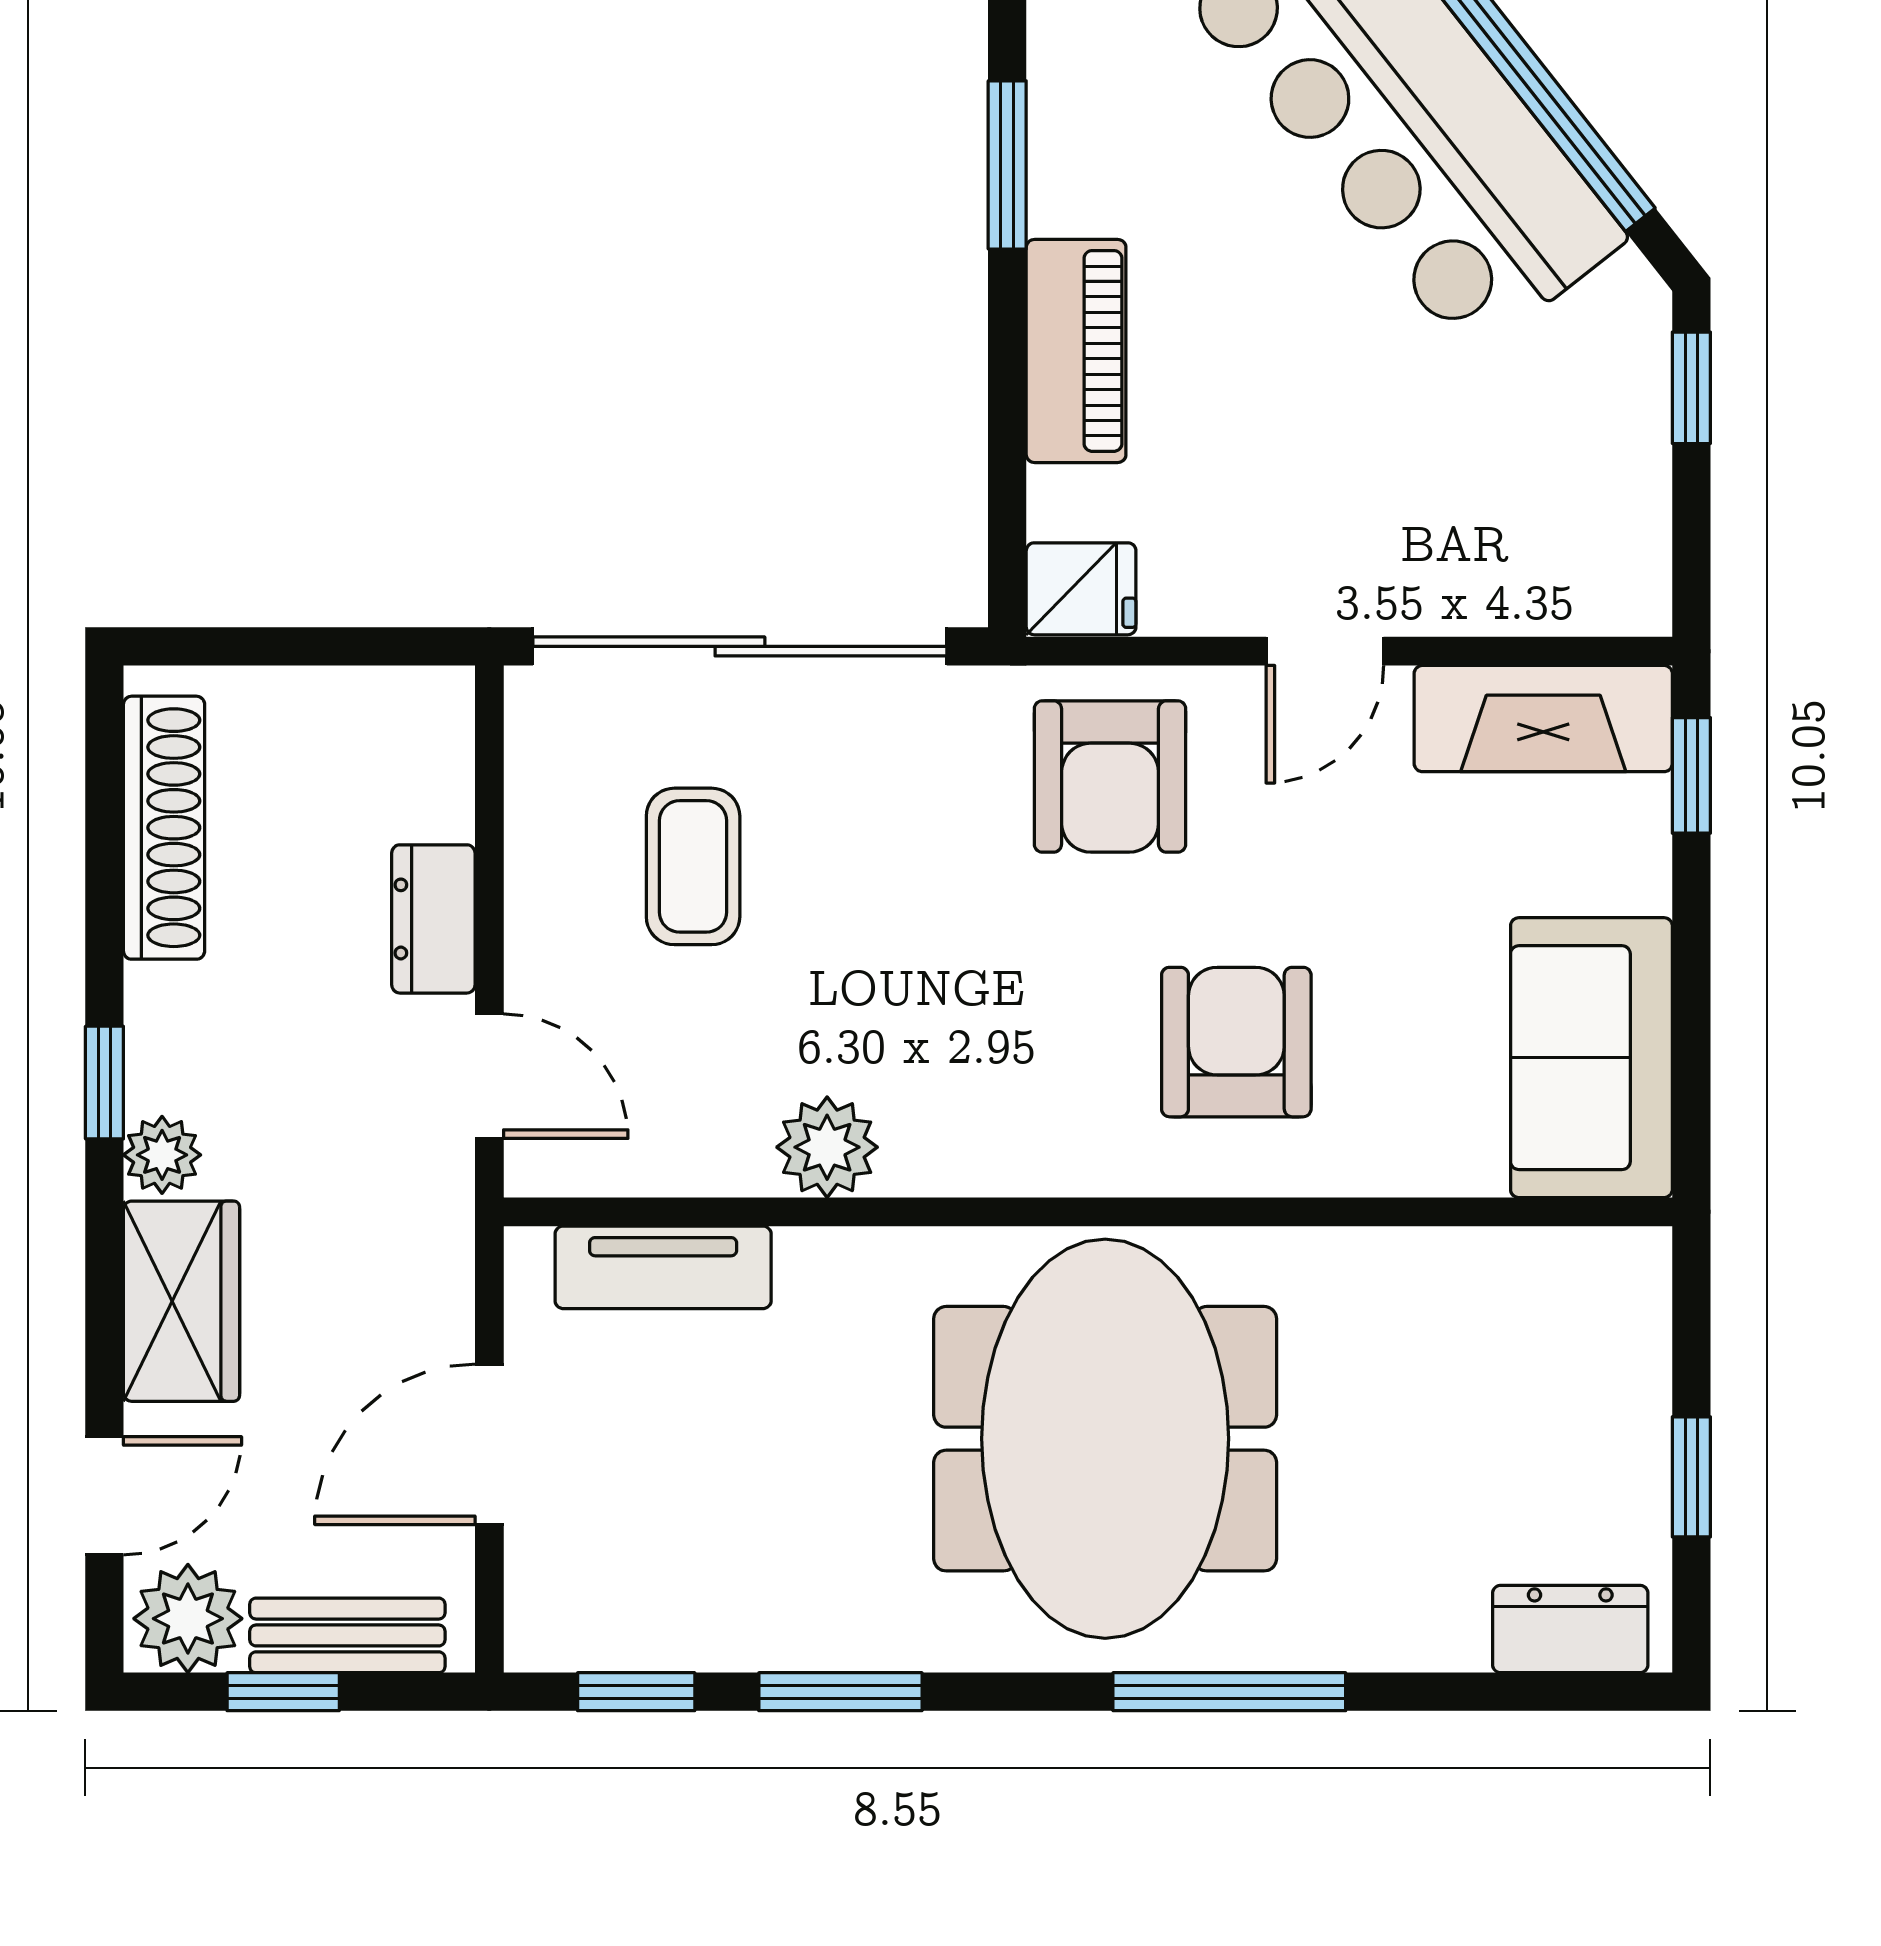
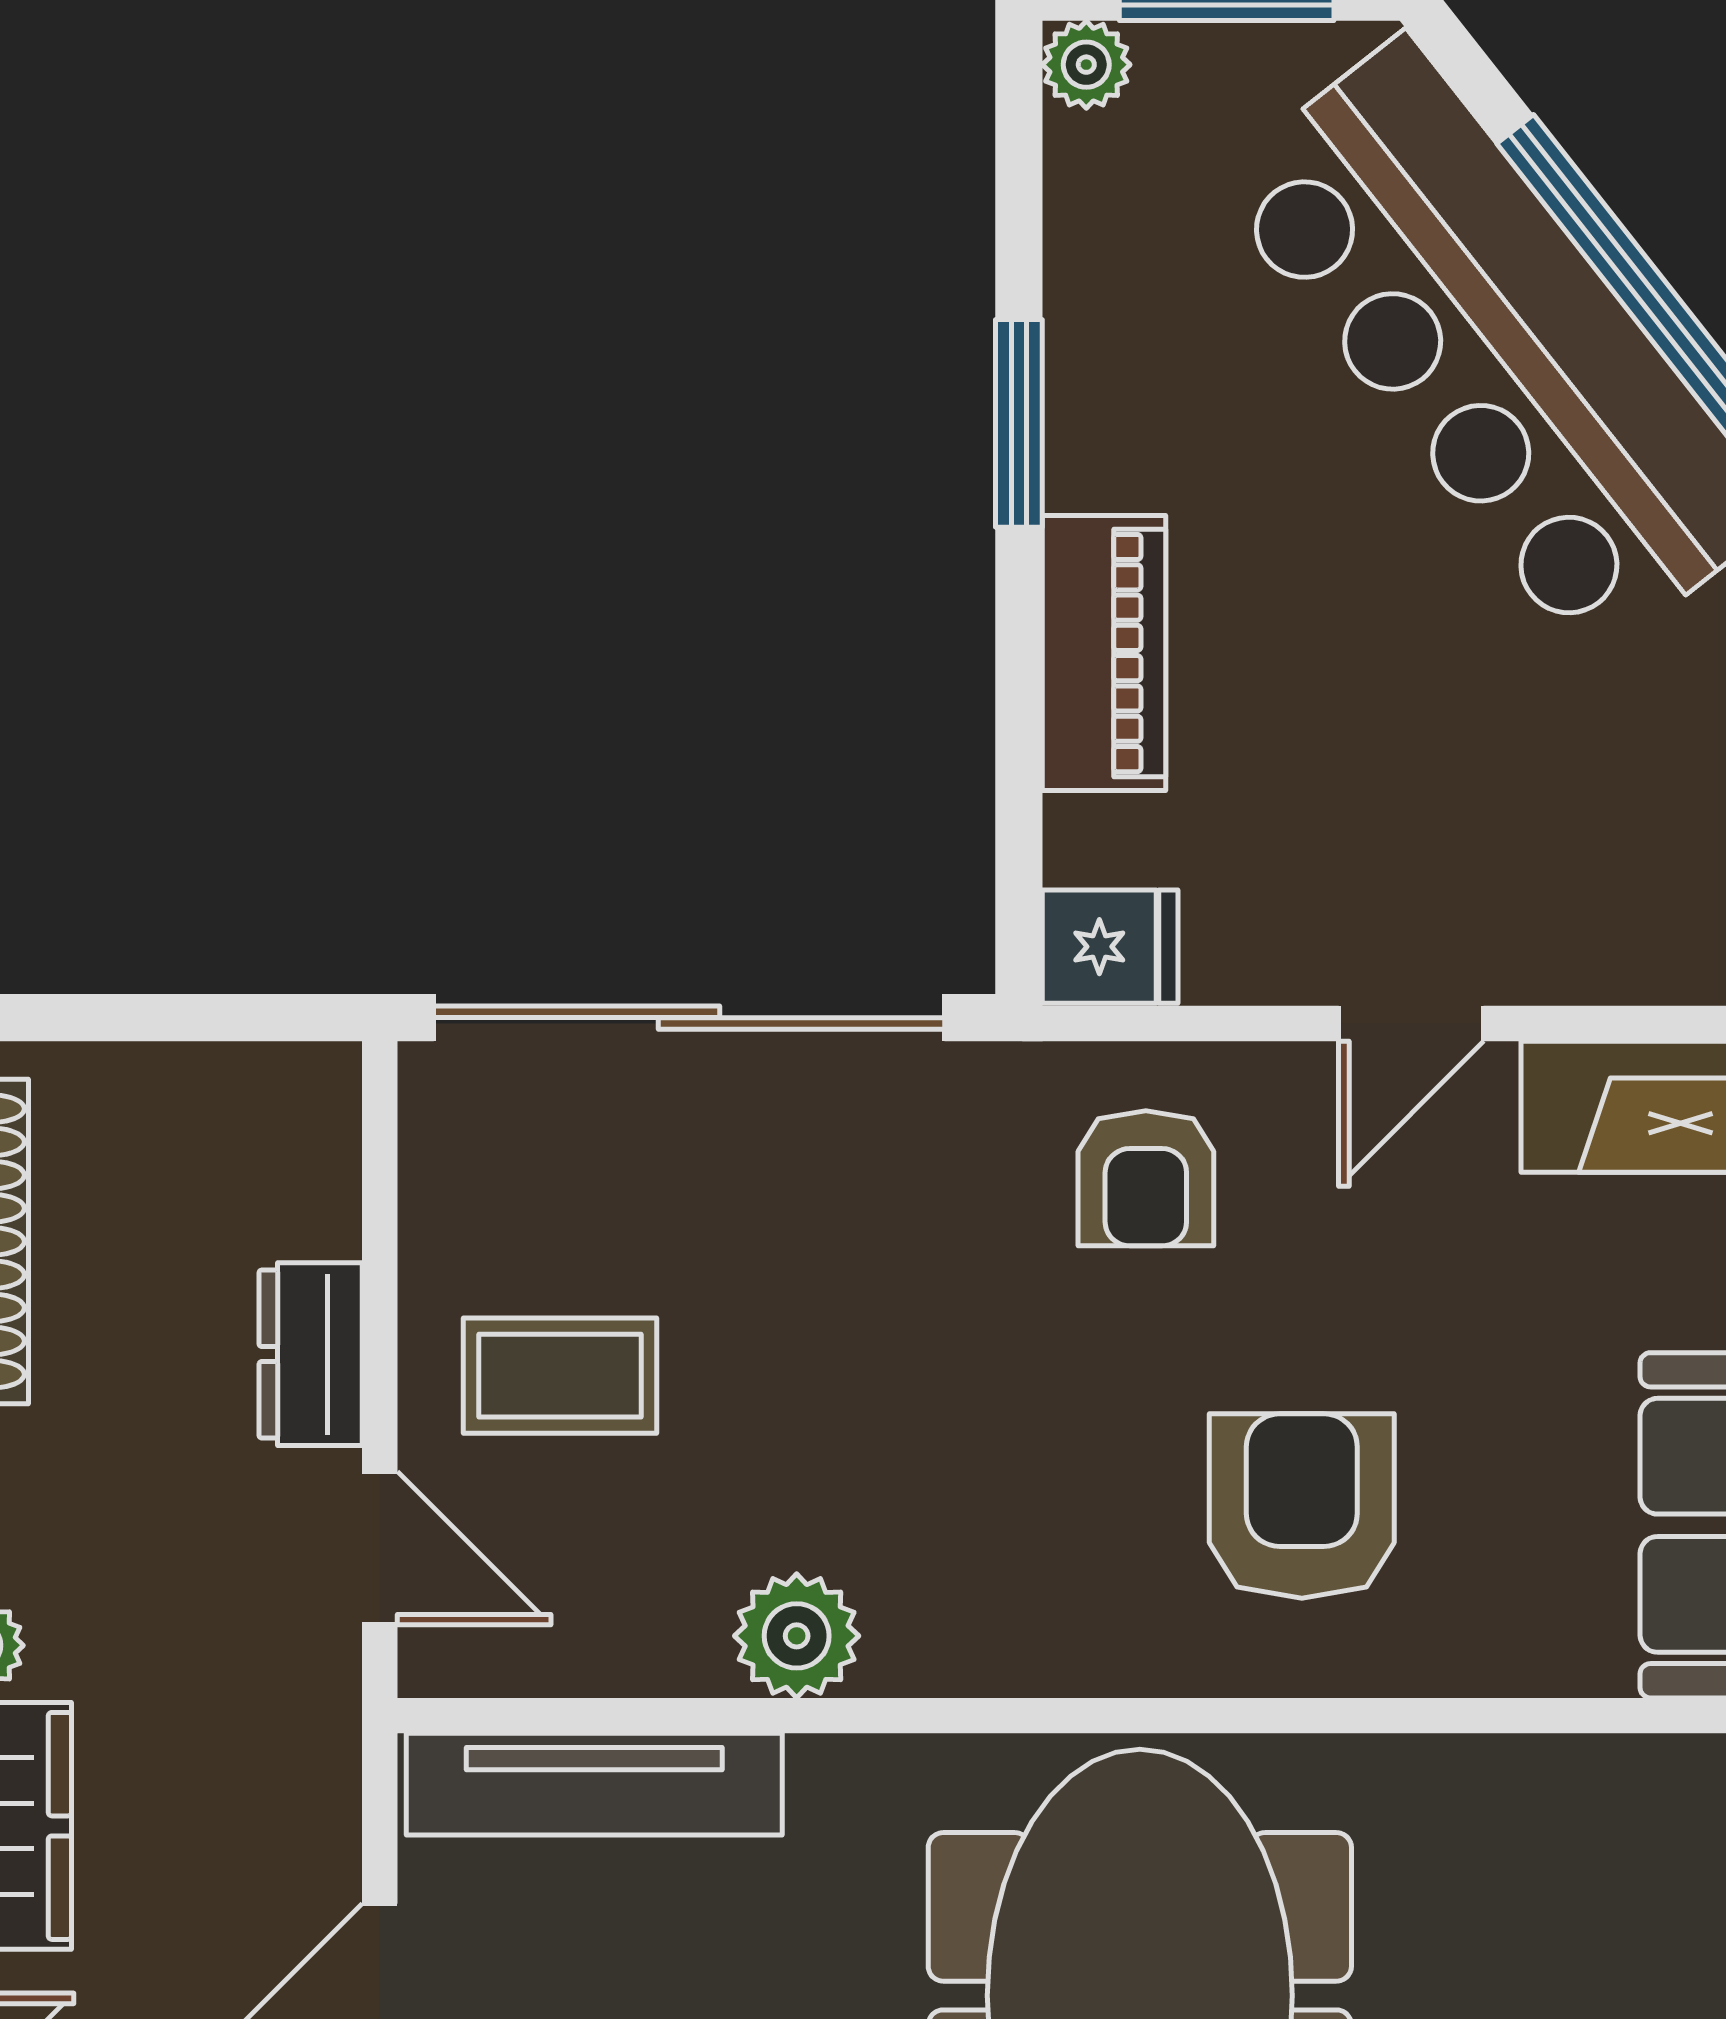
armchair: (1110, 776) -> (1146, 1178), width x0.72, depth x0.72
coffee table: (693, 866) -> (560, 1376), moved, turned 90
tv unit: (663, 1267) -> (594, 1784), width x1.41

